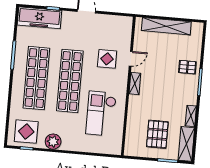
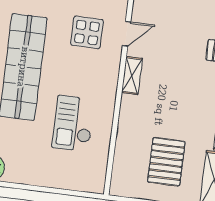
checkout: (101, 114) -> (73, 123), width x0.73, depth x0.83

